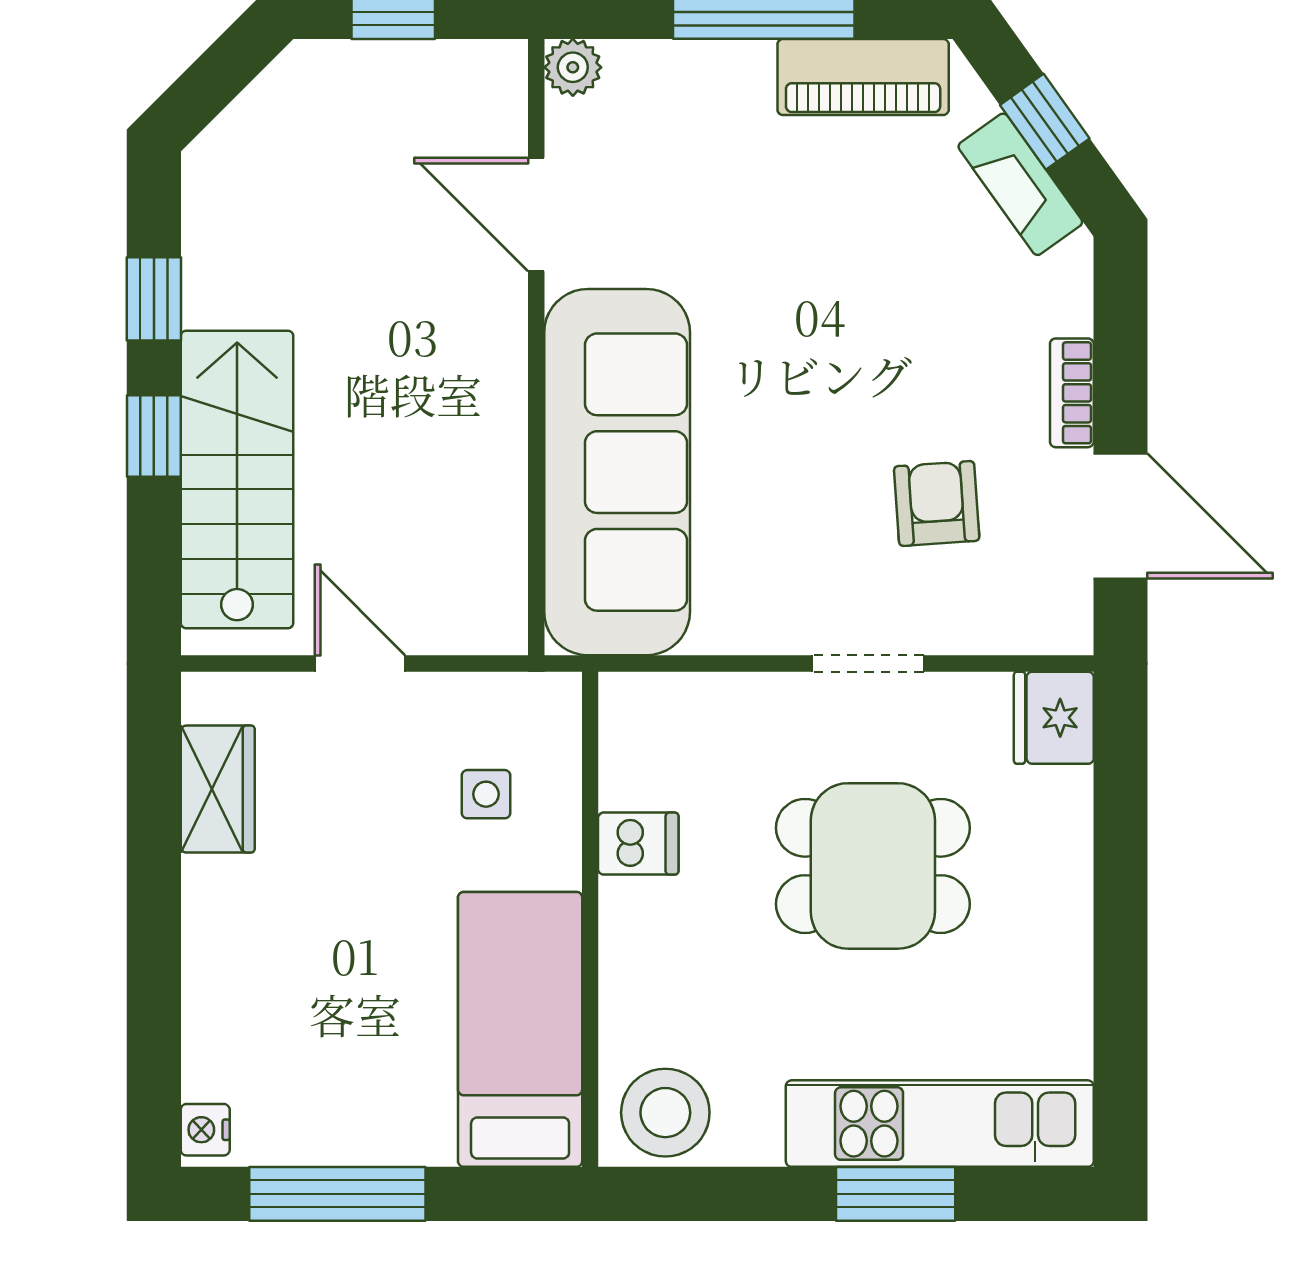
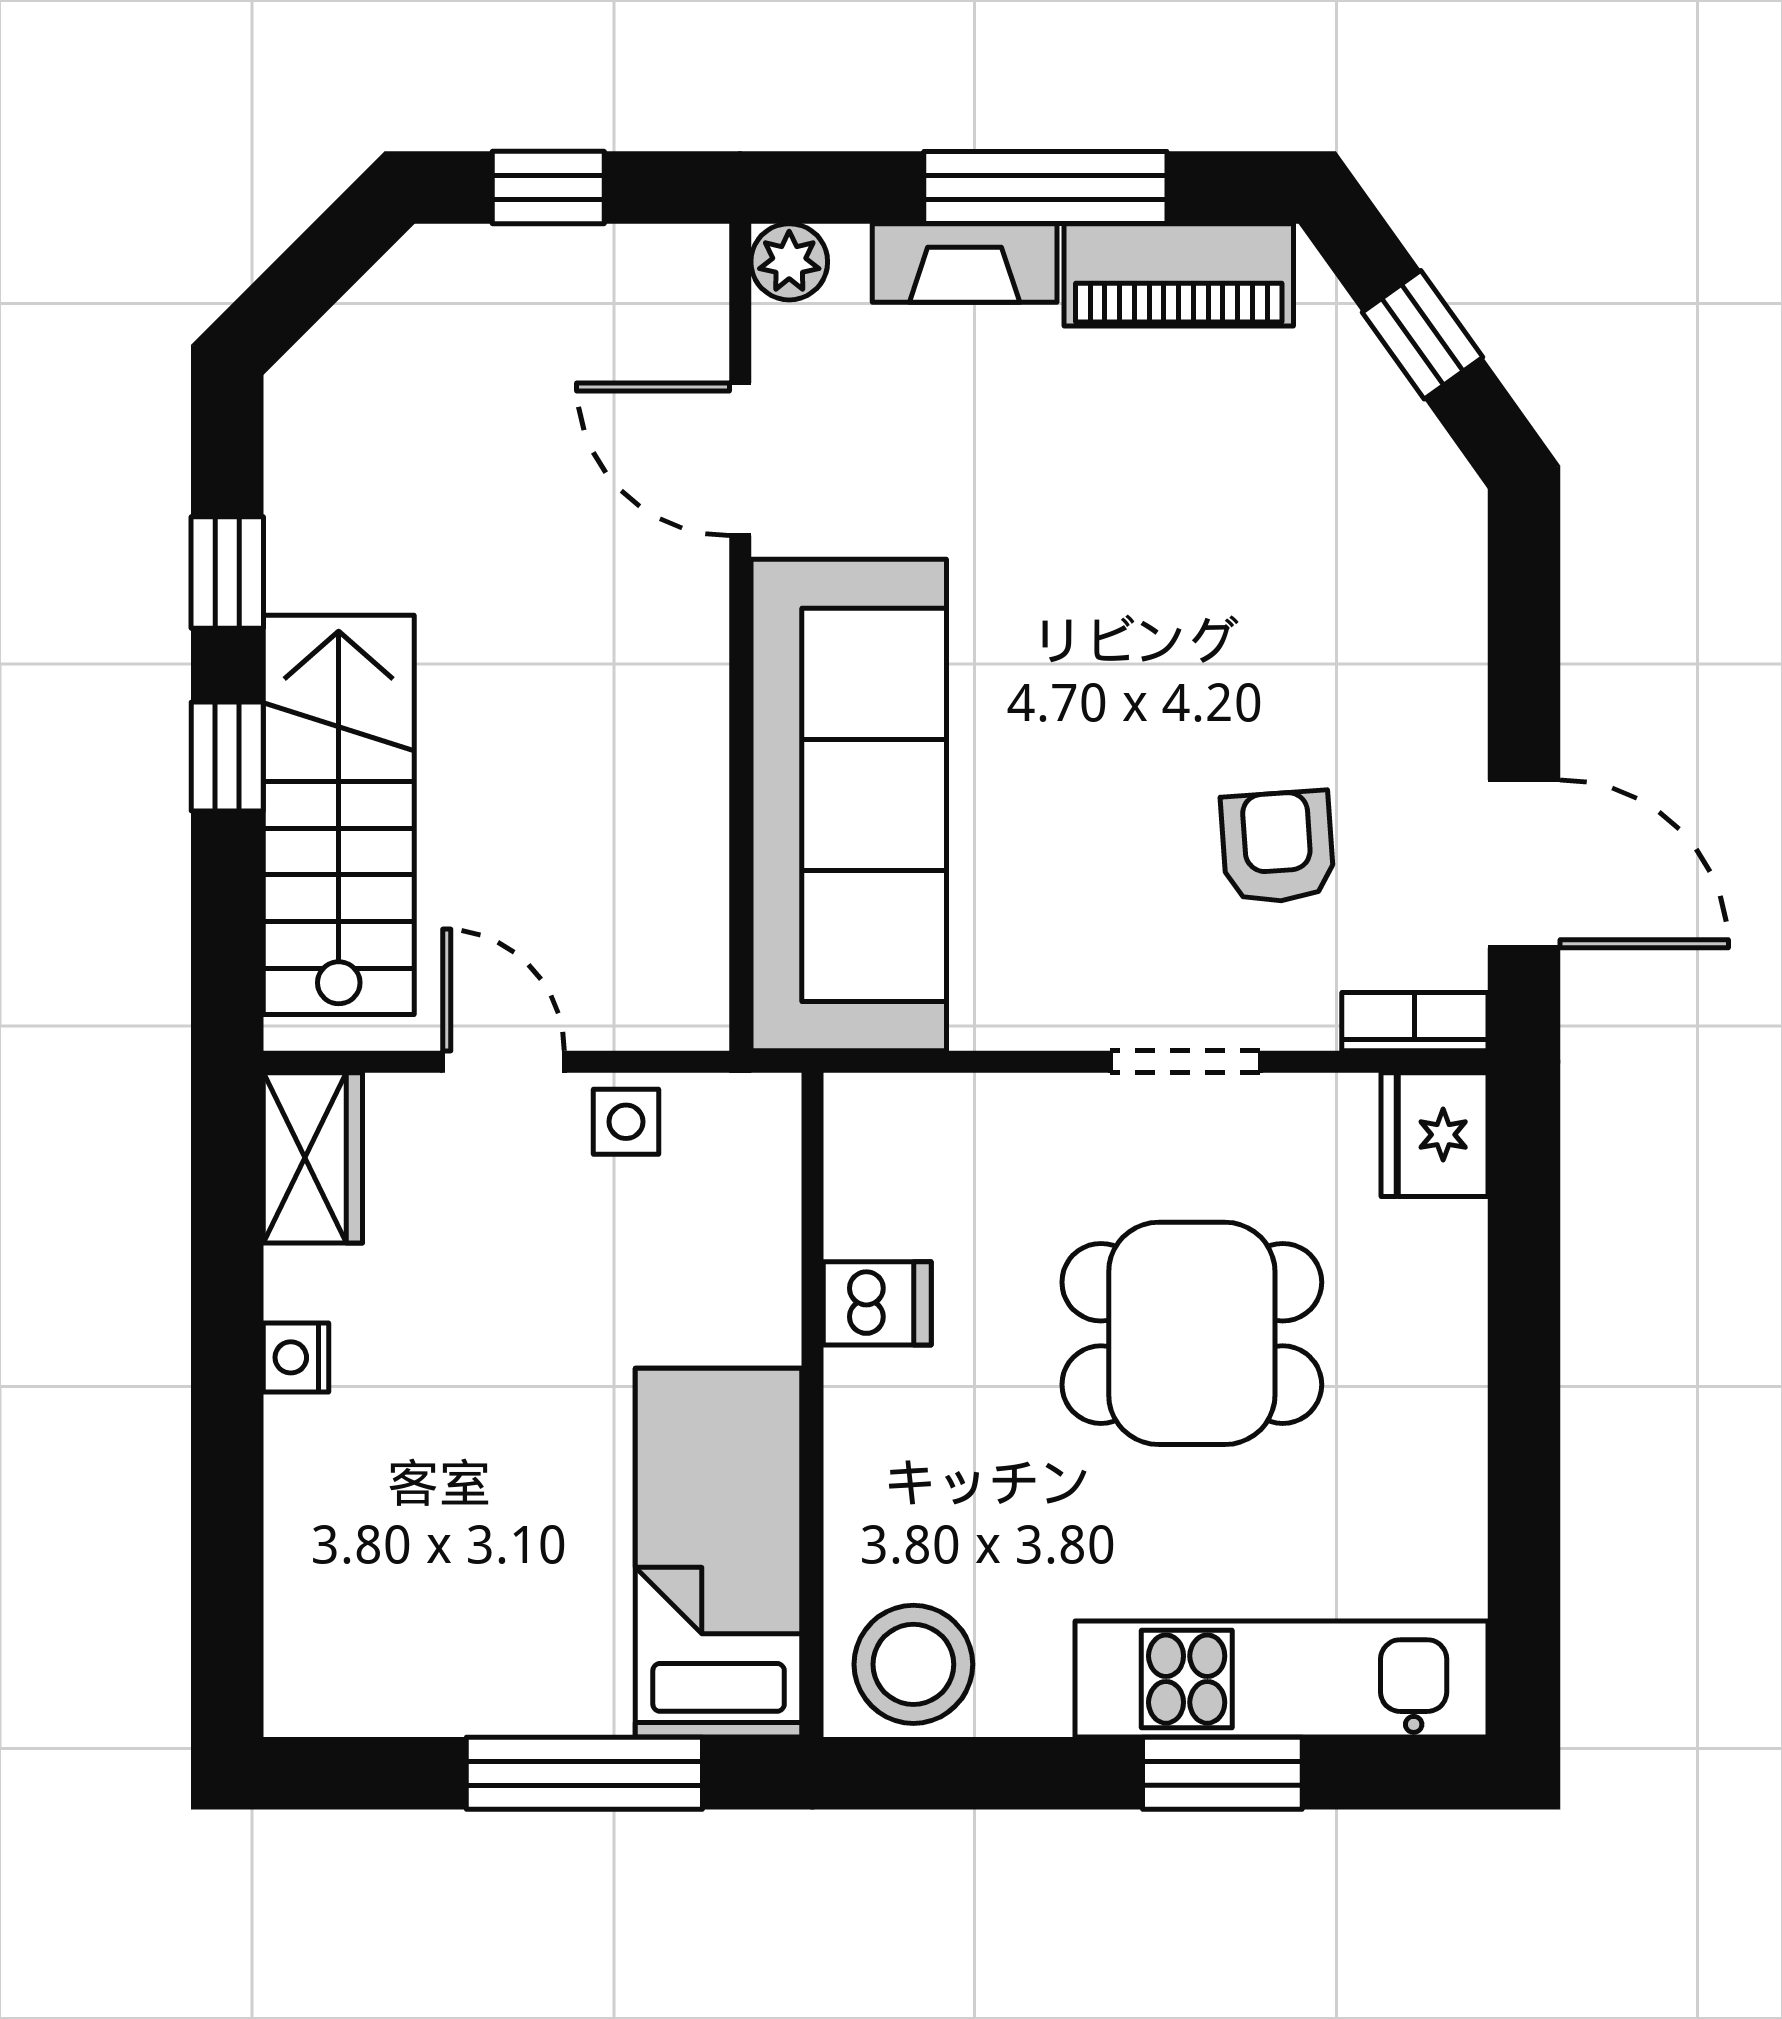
fireplace: (1020, 184) -> (965, 263), moved, turned -54
bookcase: (1072, 393) -> (1415, 1022), moved, turned 90
wardrobe: (218, 789) -> (313, 1158), moved
side table: (486, 794) -> (626, 1122), moved
nightstand: (205, 1130) -> (296, 1357), moved
window: (337, 1194) -> (584, 1773), moved

